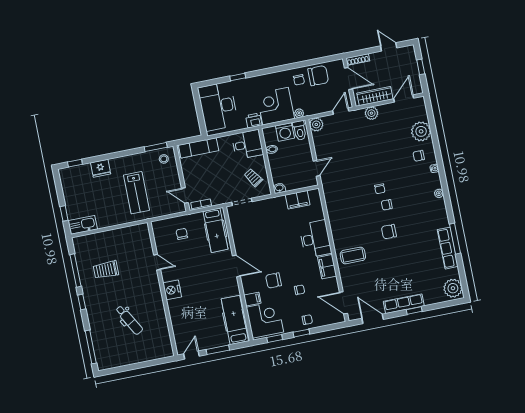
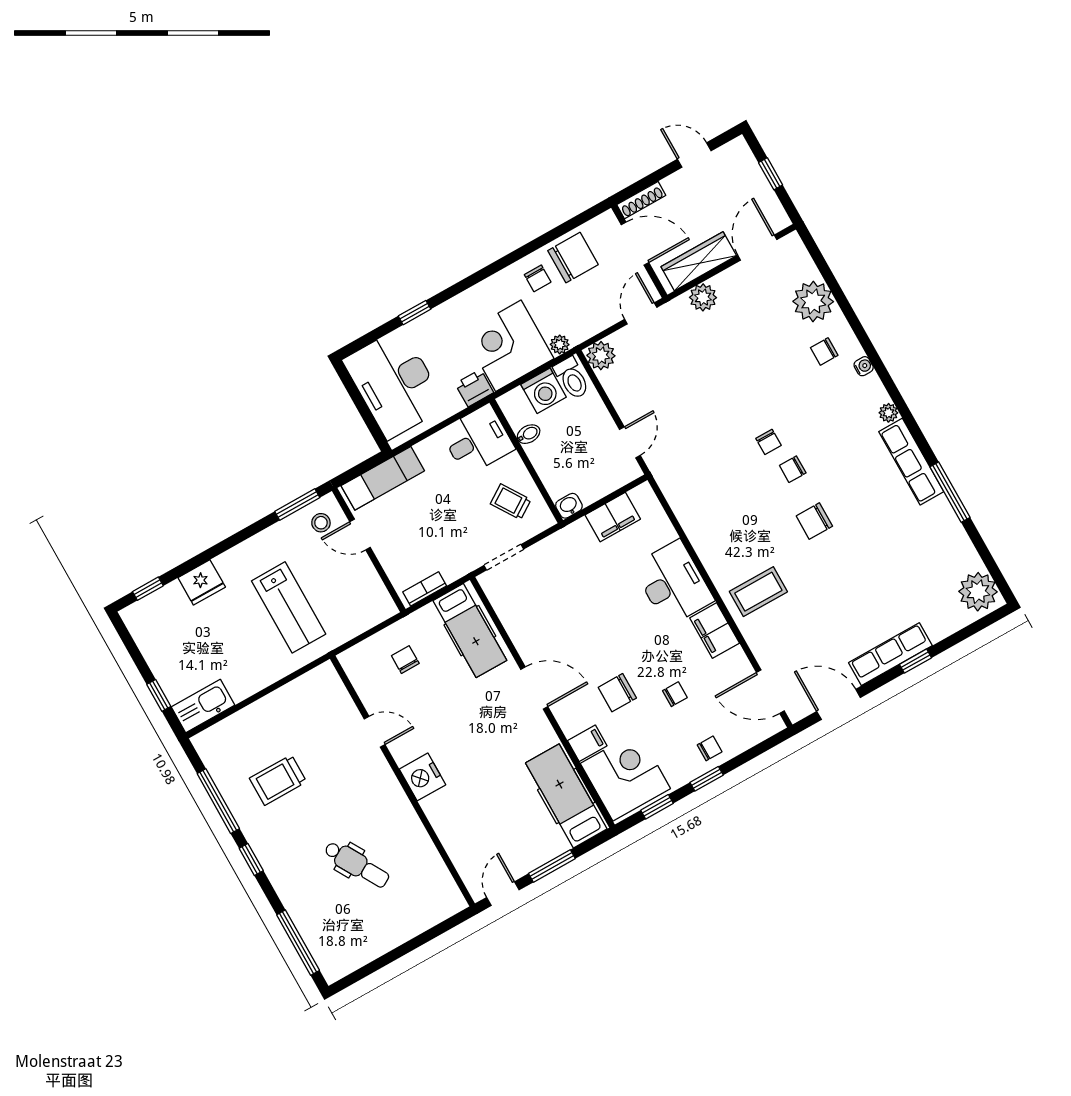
door: (185, 196) -> (360, 535), moved
row of seats: (448, 248) -> (911, 462), moved

